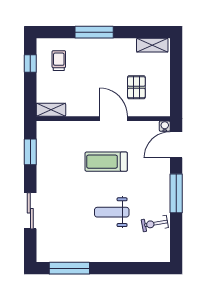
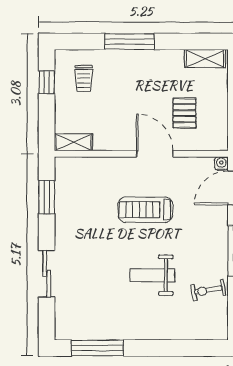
trolley: (59, 61) -> (84, 79), turned 180

